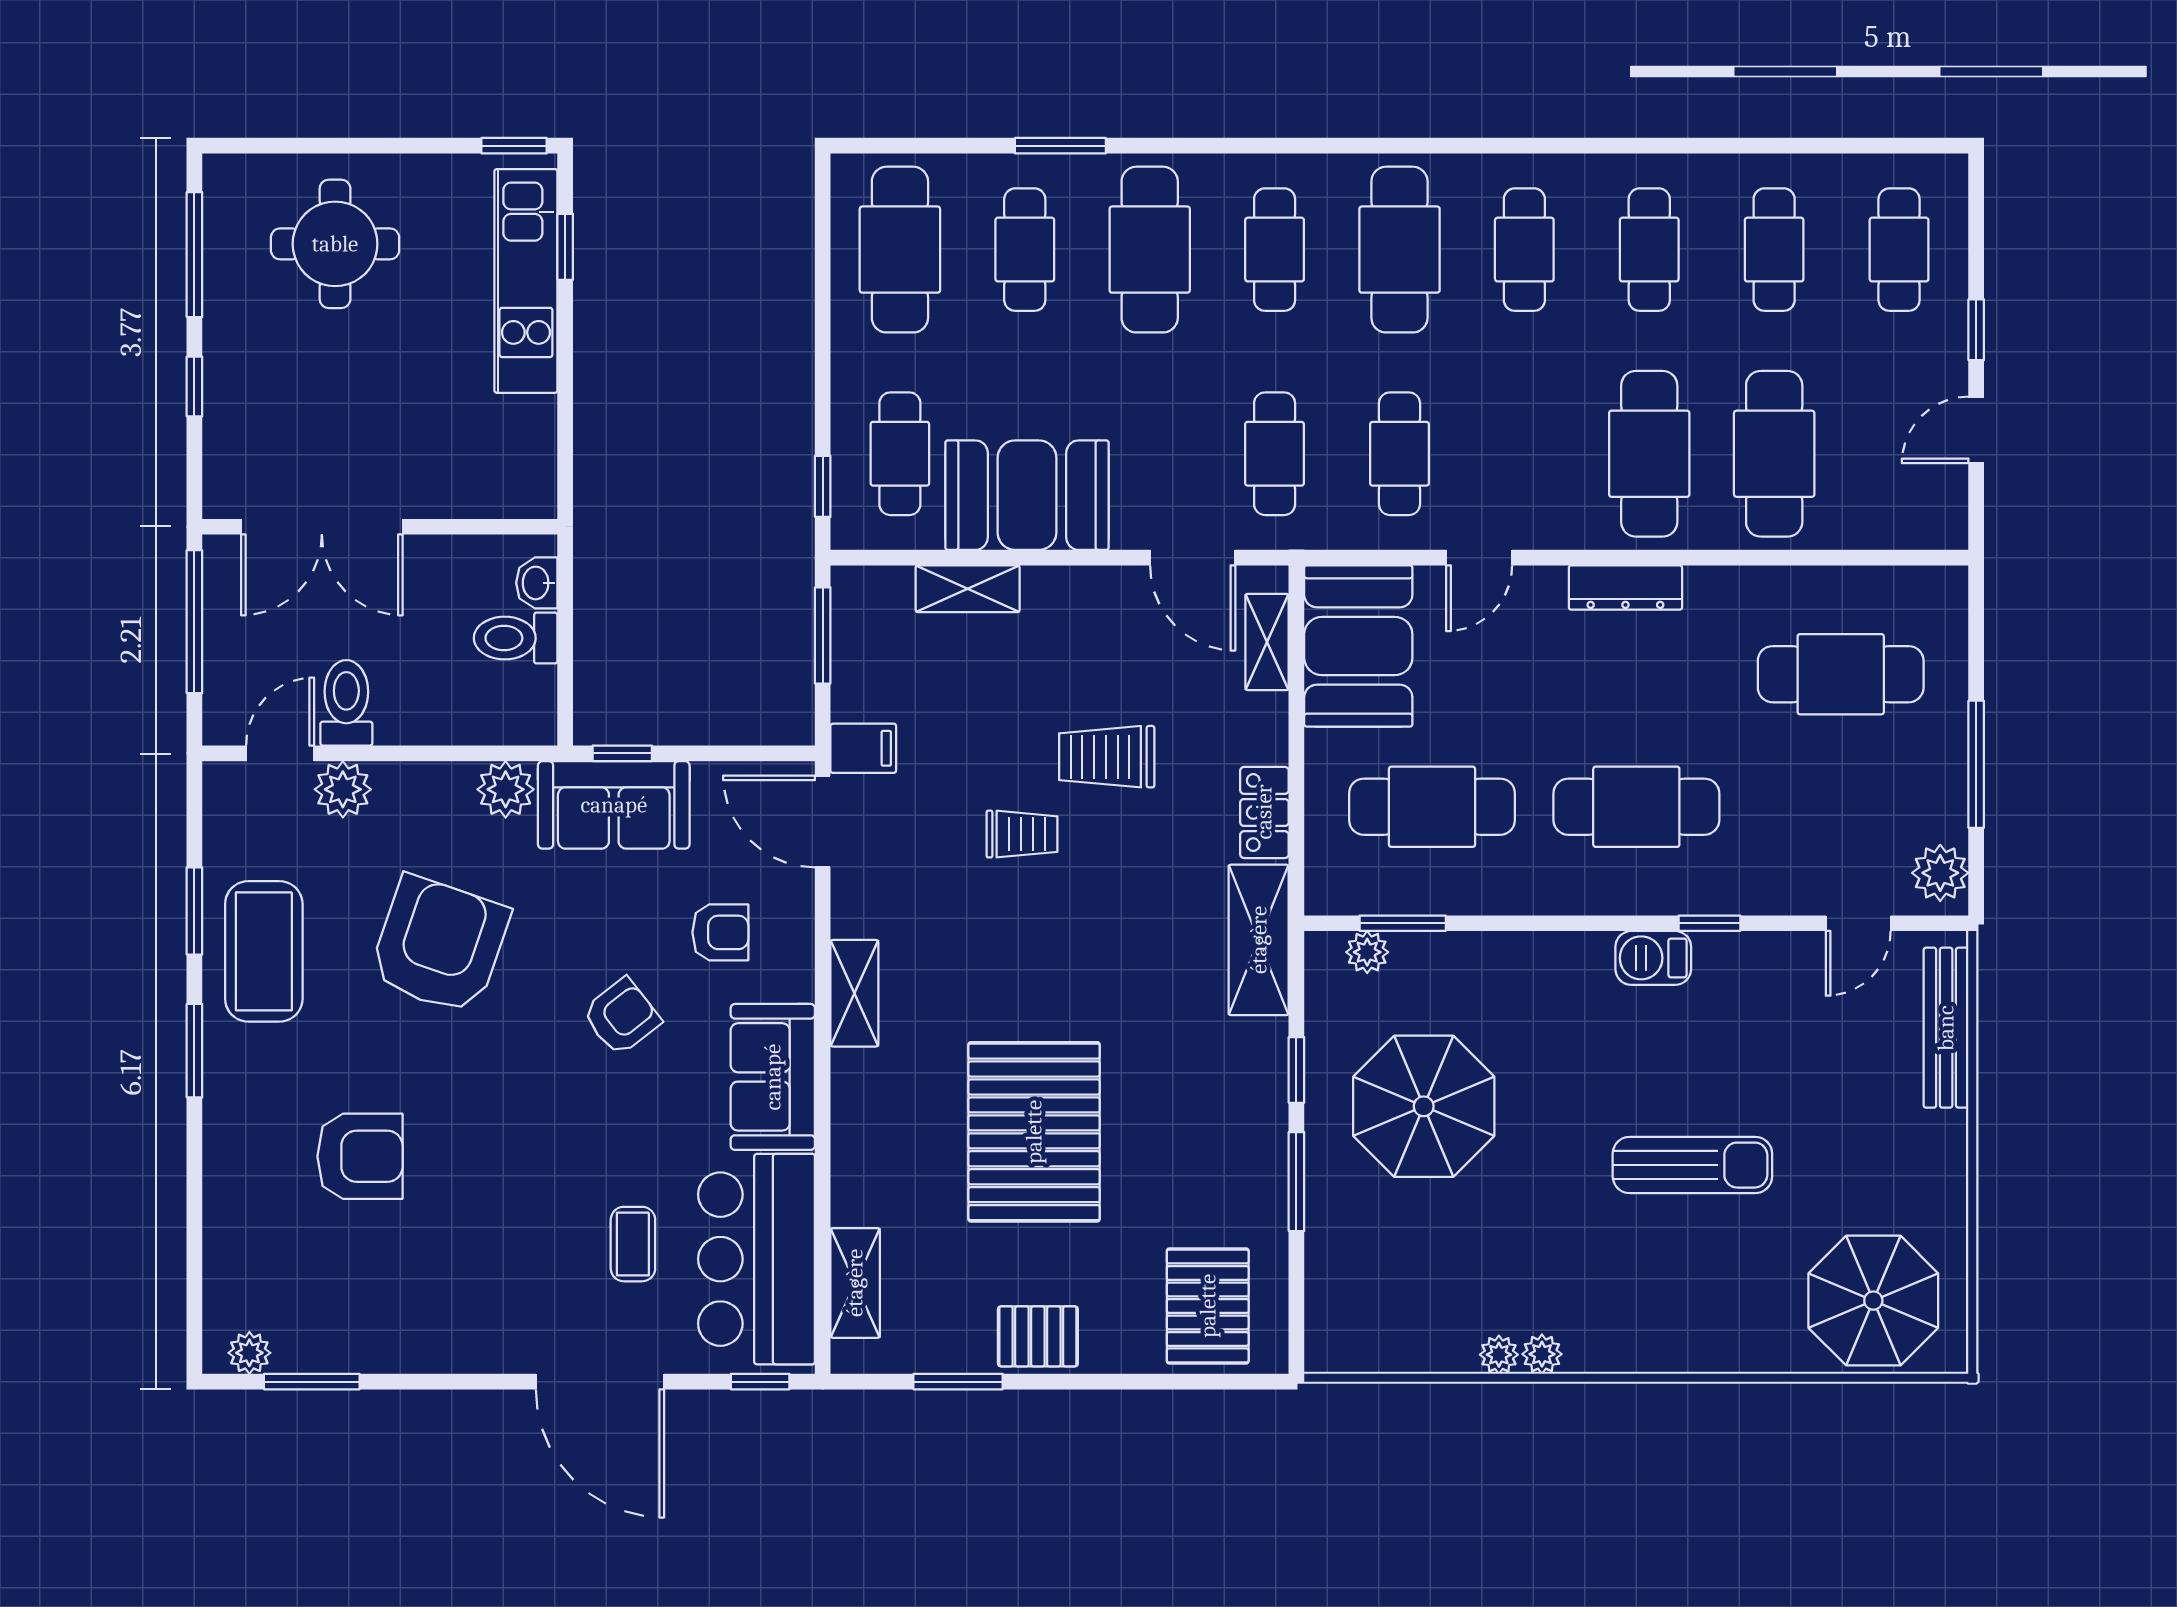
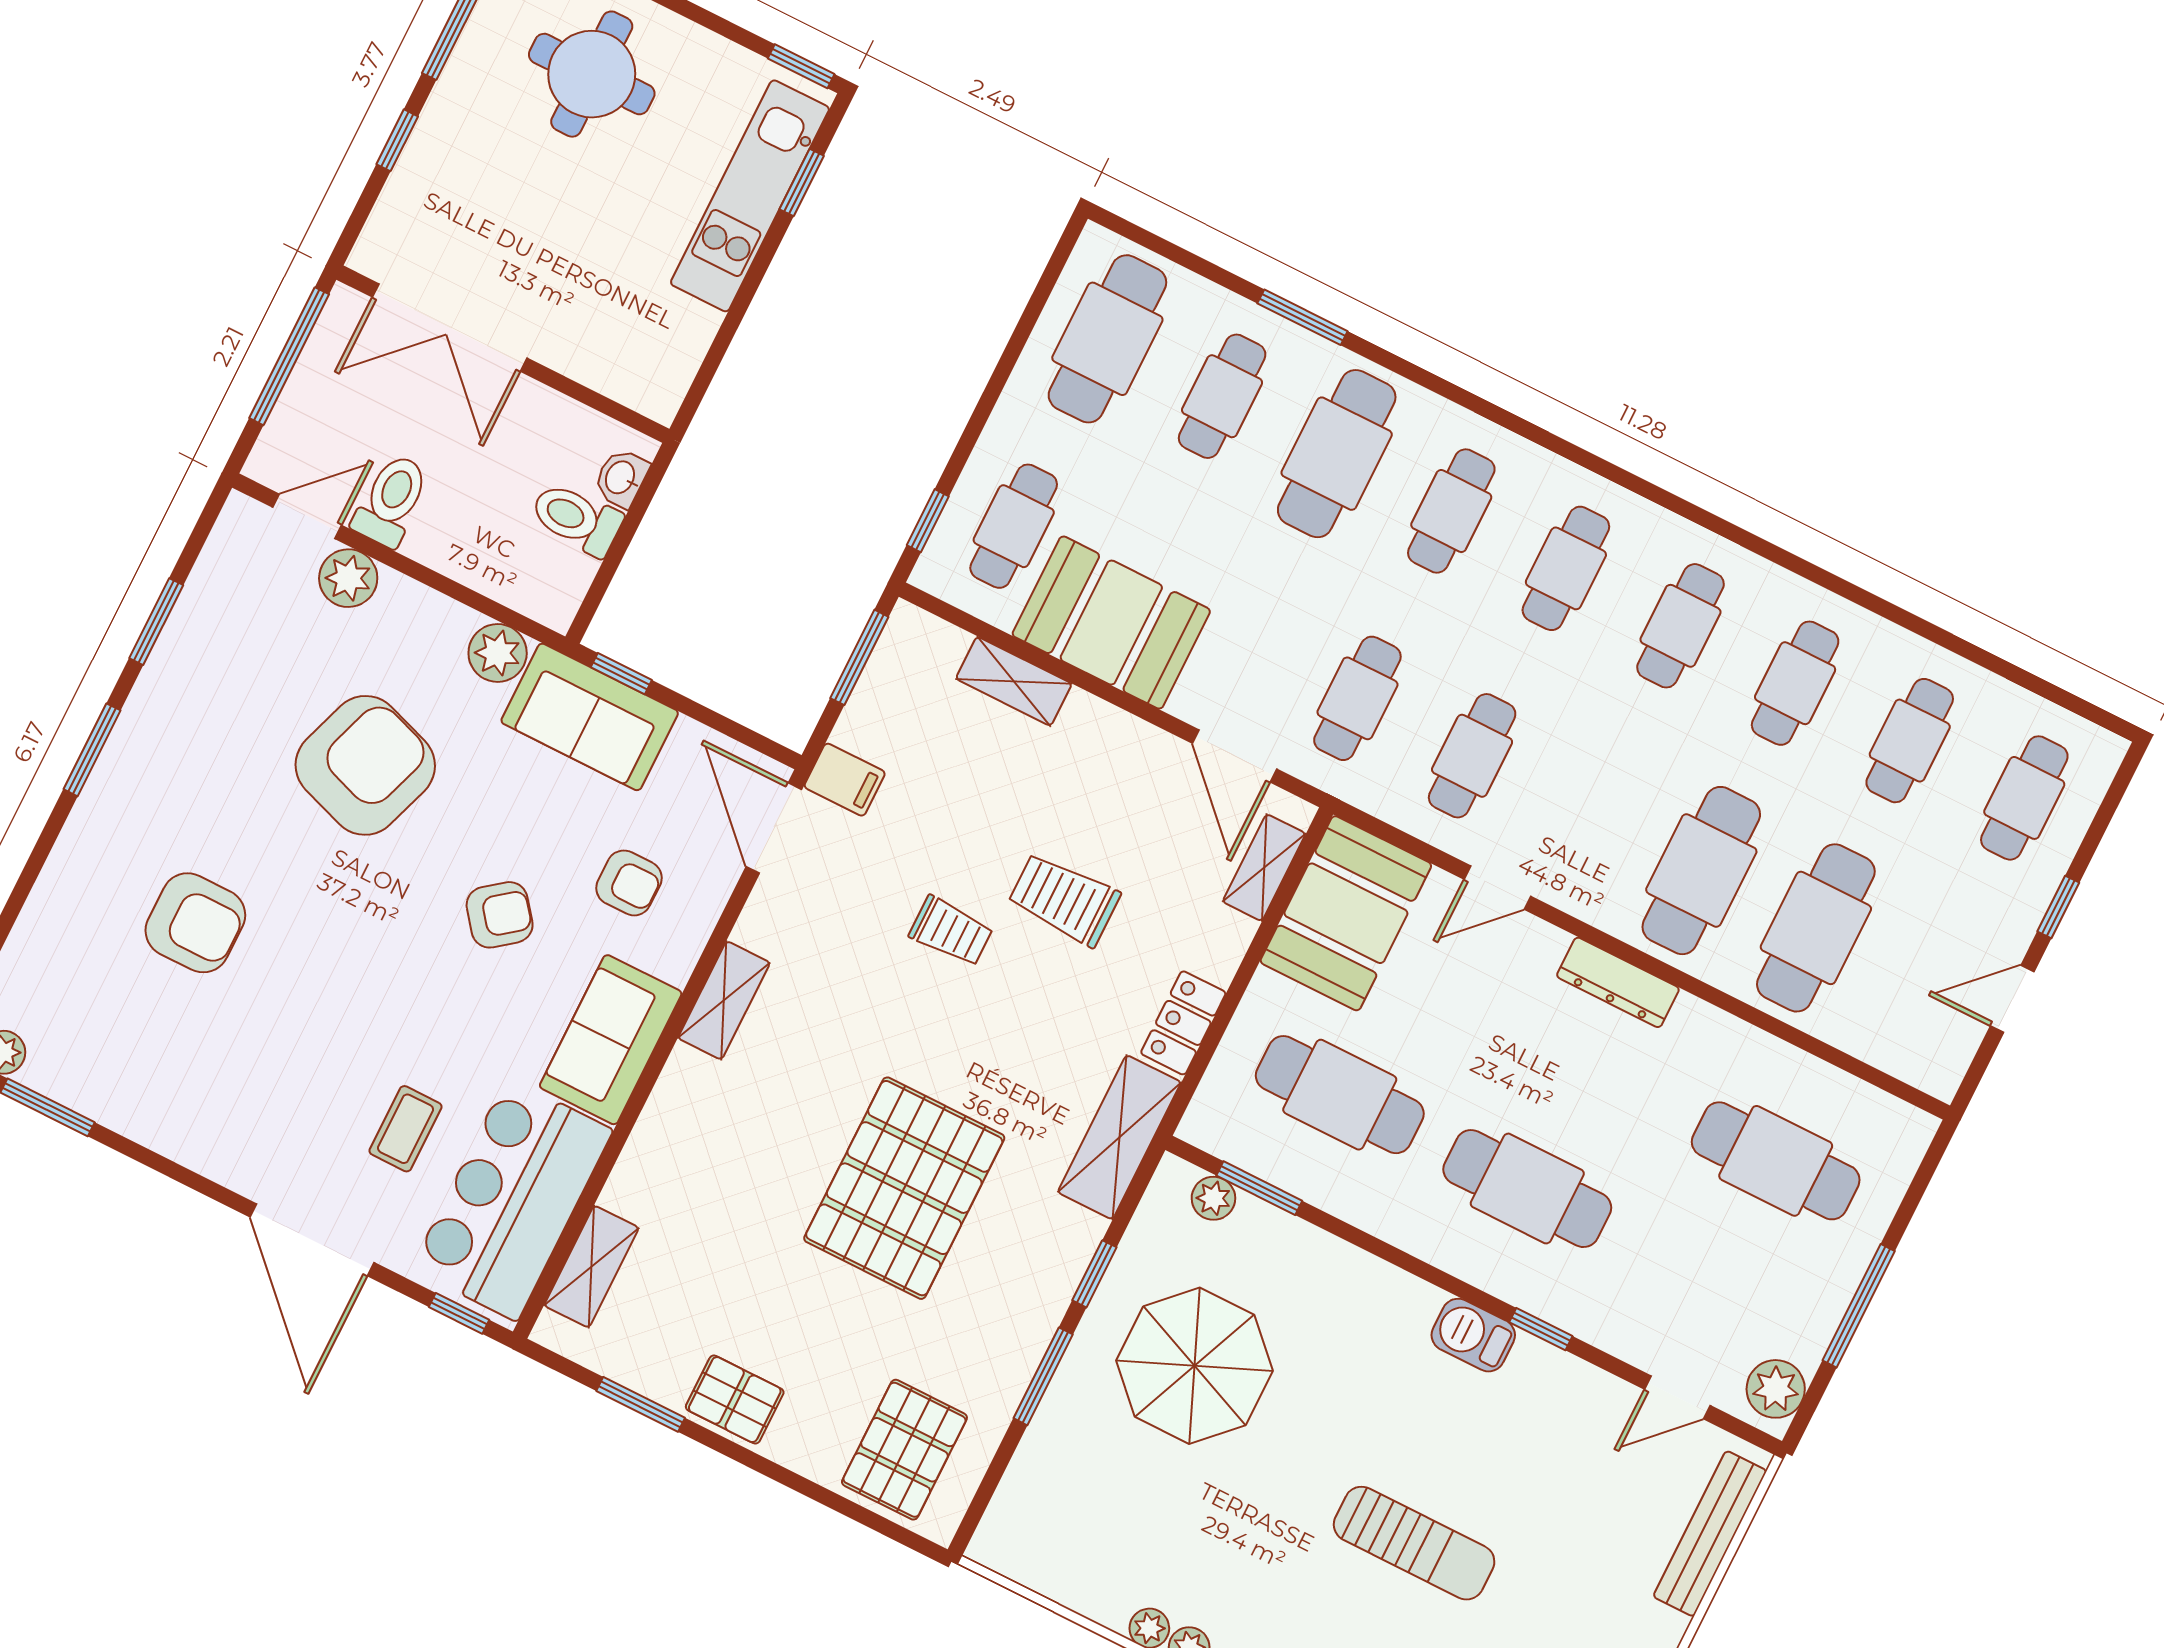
cafe table: (1399, 250) -> (1566, 568), width x0.73, depth x0.74
coffee table: (264, 951) -> (201, 691), removed
pallet: (1034, 1132) -> (904, 1188), moved

